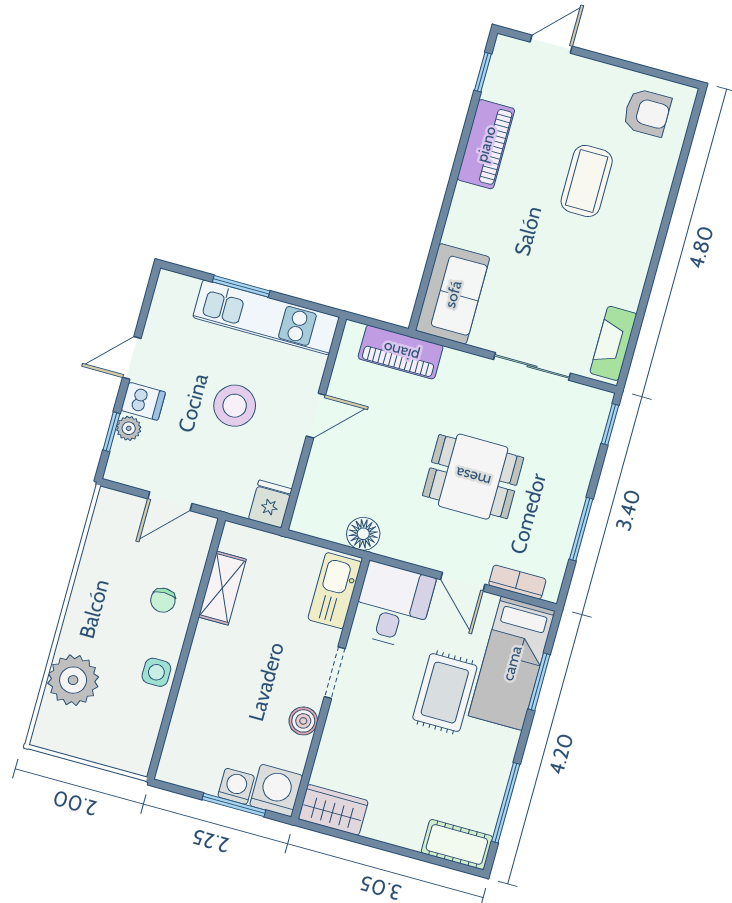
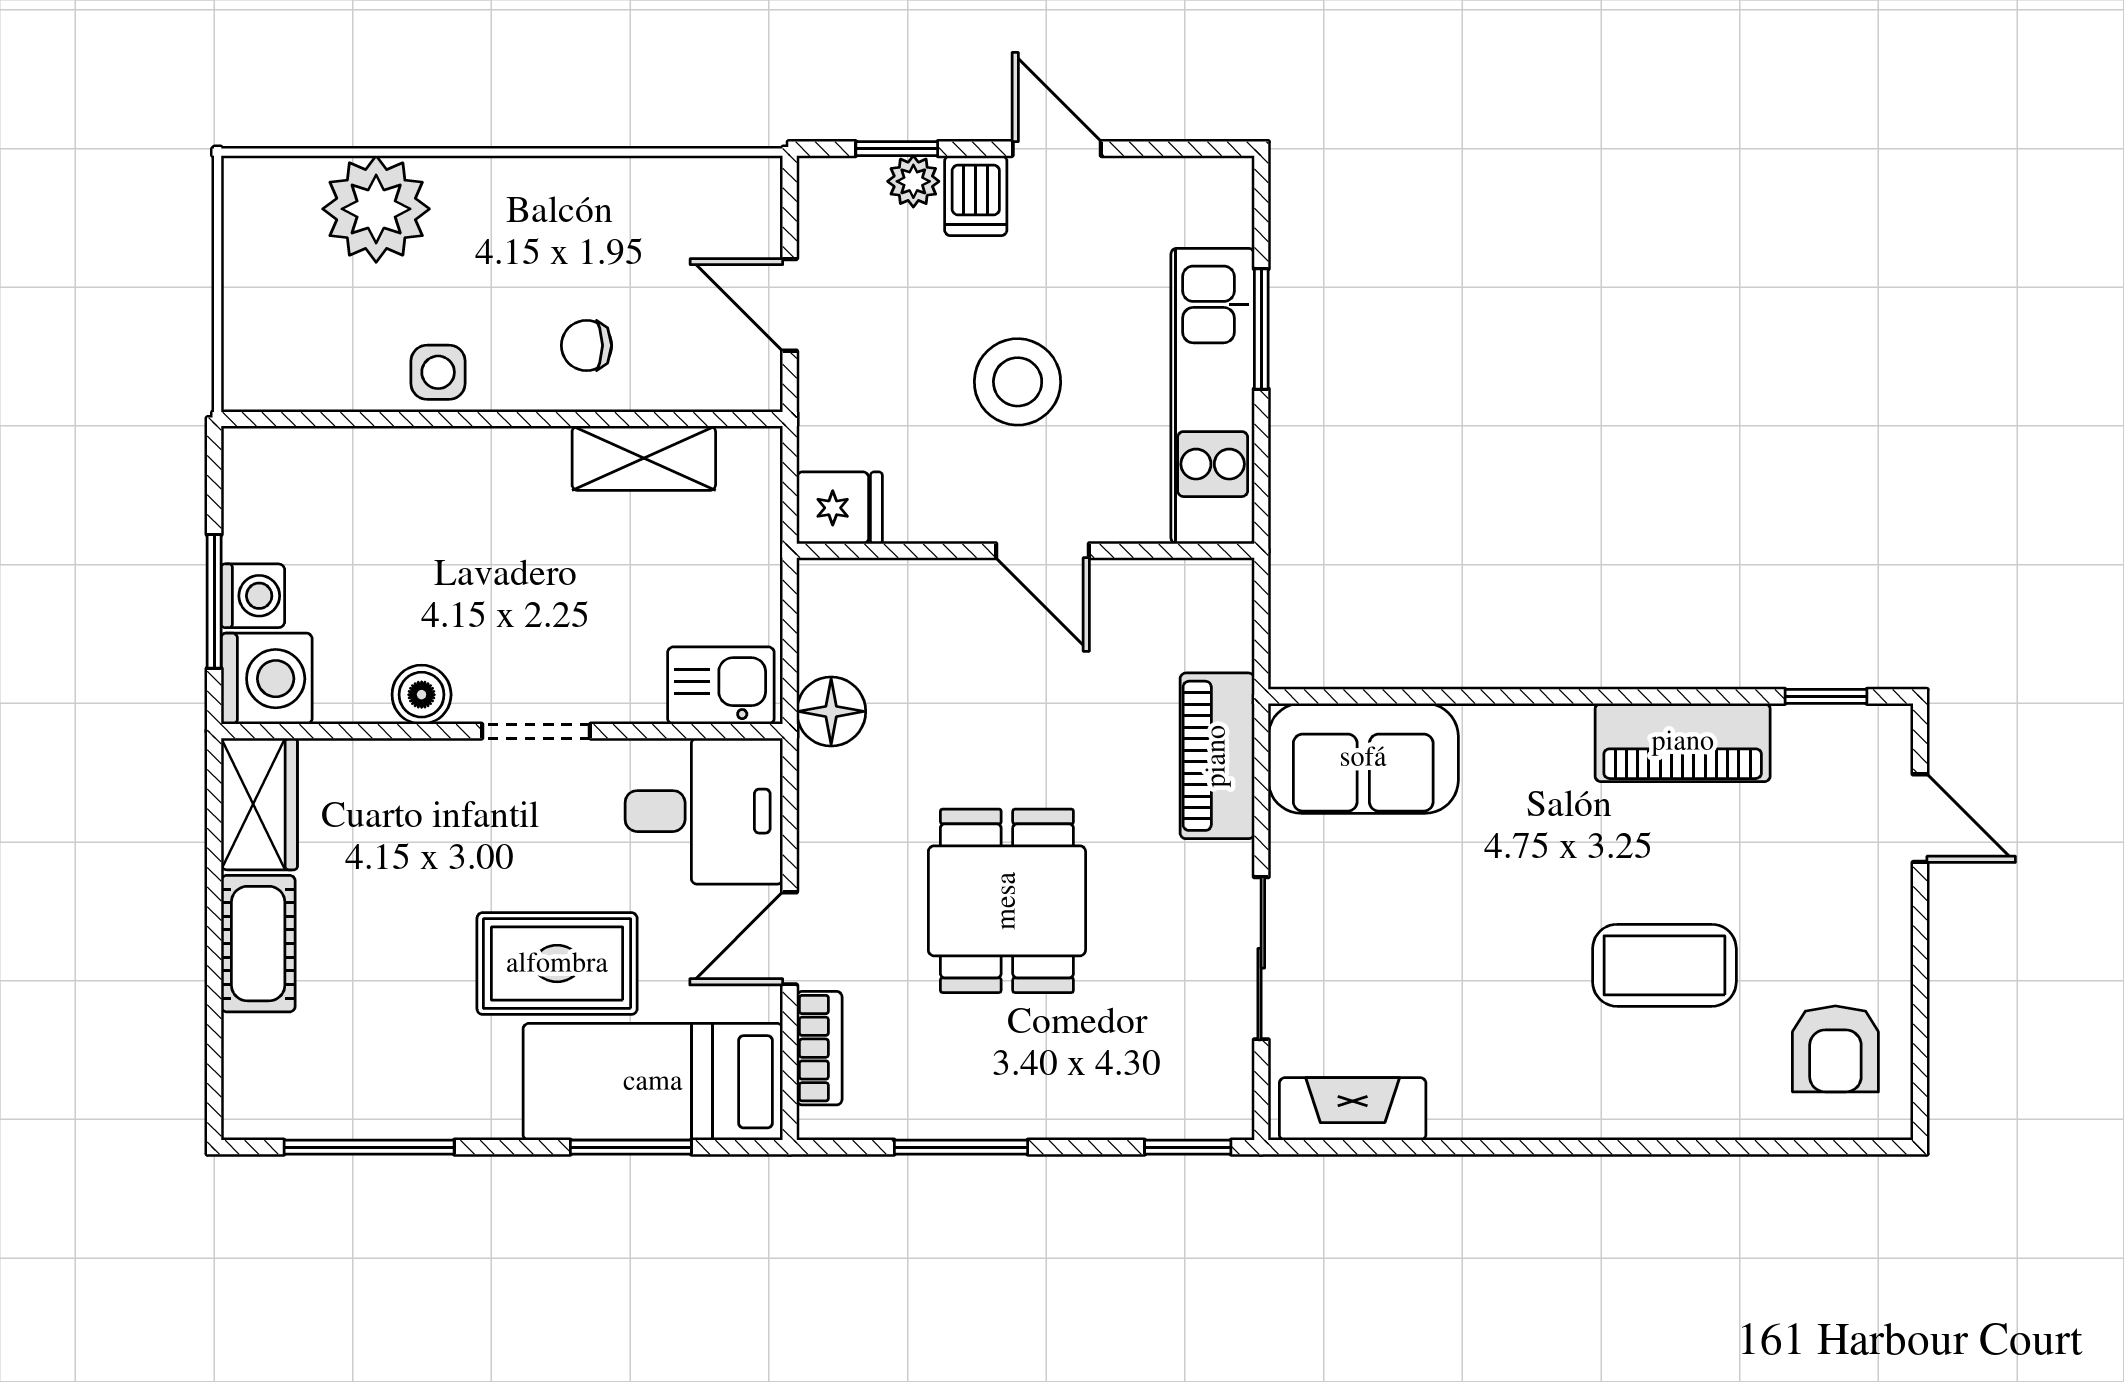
piano: (401, 352) -> (1217, 756), moved
kitchen sink: (335, 591) -> (721, 686), width x0.73
cot: (457, 844) -> (258, 944), moved

